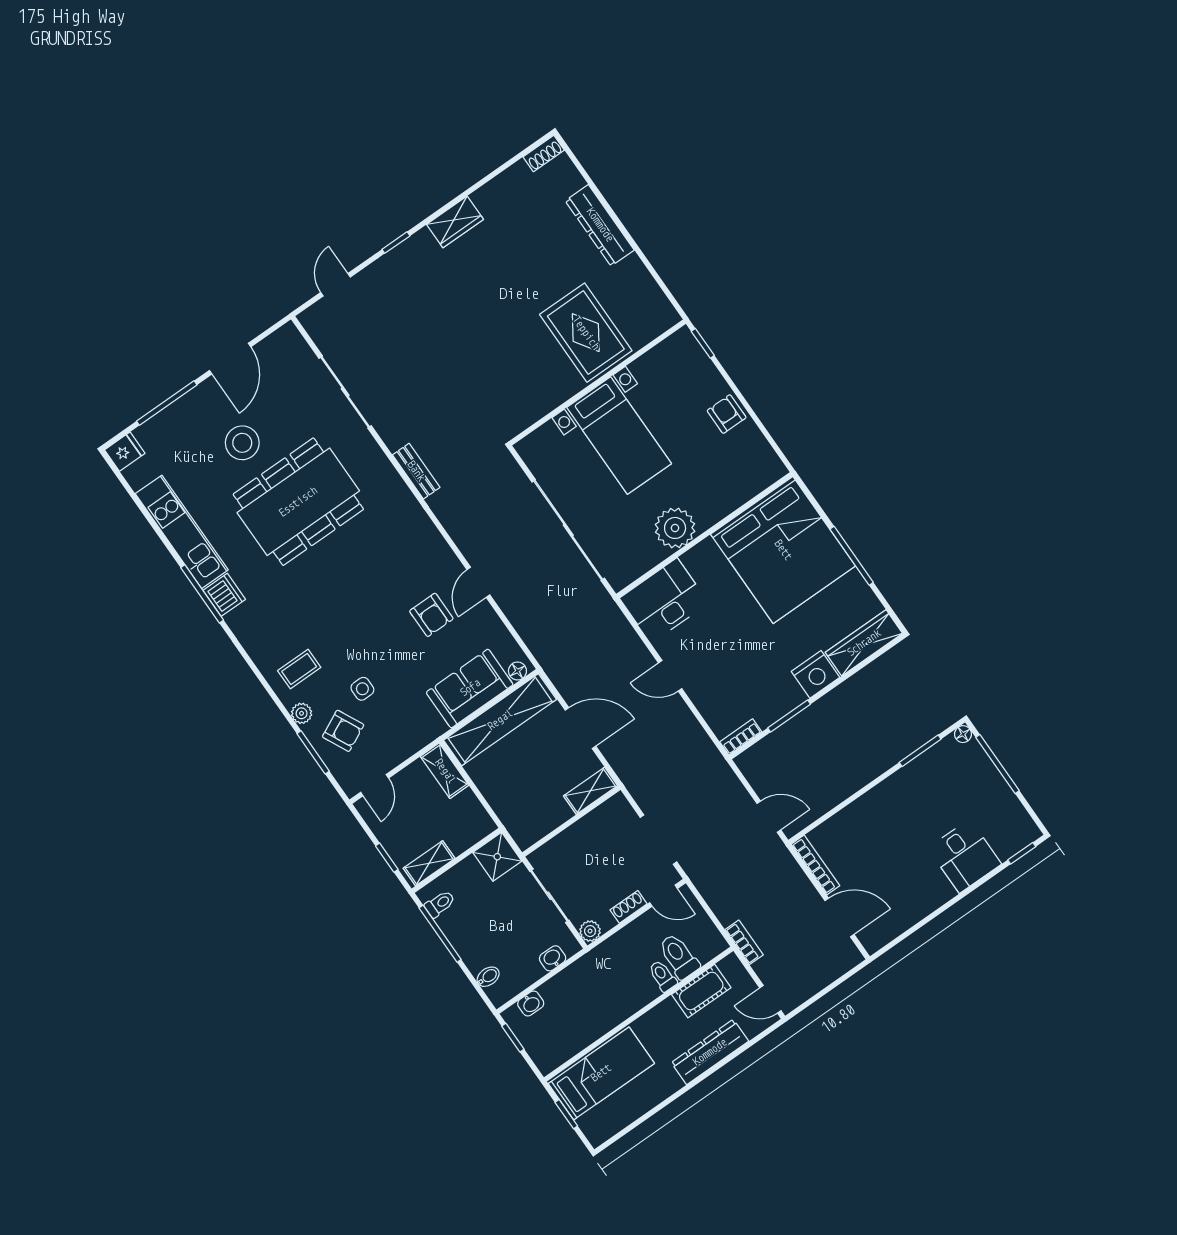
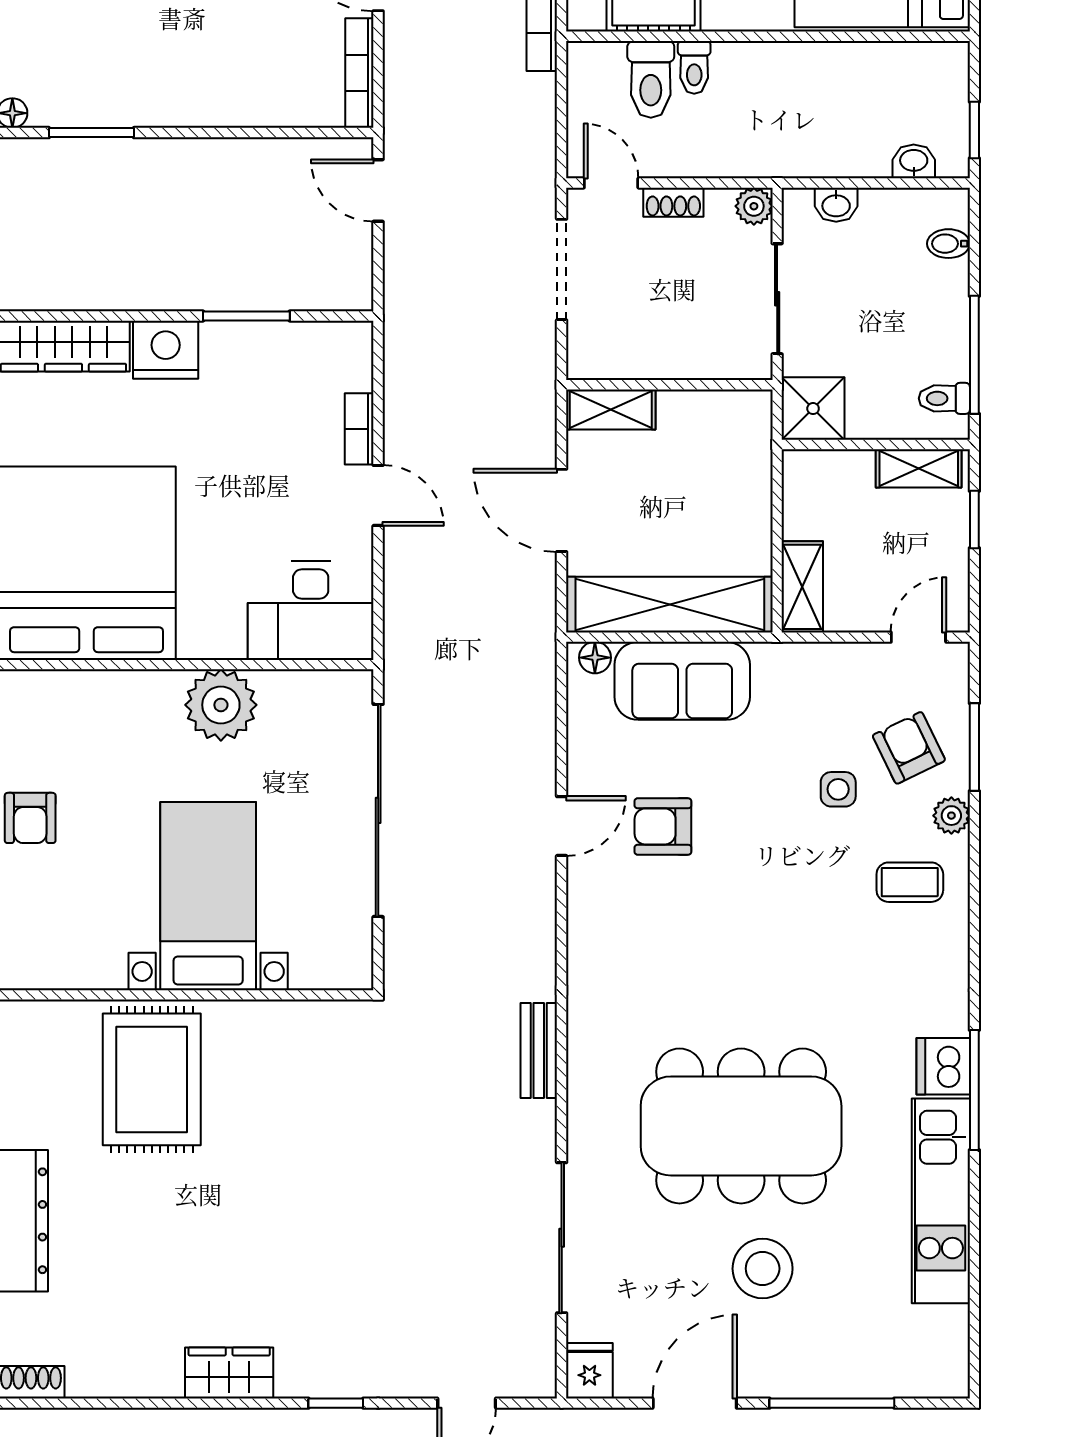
fridge: (125, 452) -> (589, 1371), moved, turned 90
armchair: (431, 615) -> (663, 826), turned -90
bookcase: (741, 737) -> (359, 429), moved, turned 90

